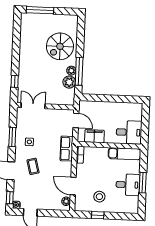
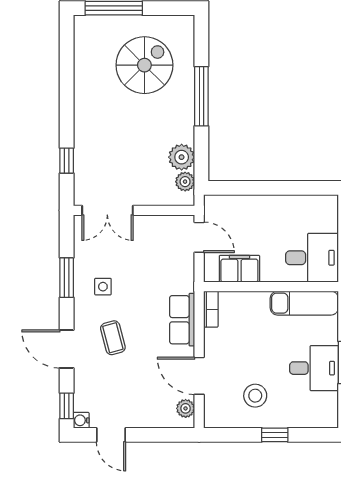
spiral stairs: (60, 46) -> (144, 65), moved, turned 180
plant: (71, 71) -> (185, 182), moved
window: (79, 71) -> (201, 96), moved
double door: (33, 106) -> (107, 210), swing flipped
row of seats: (67, 149) -> (182, 320), moved
window: (98, 215) -> (275, 435), moved

